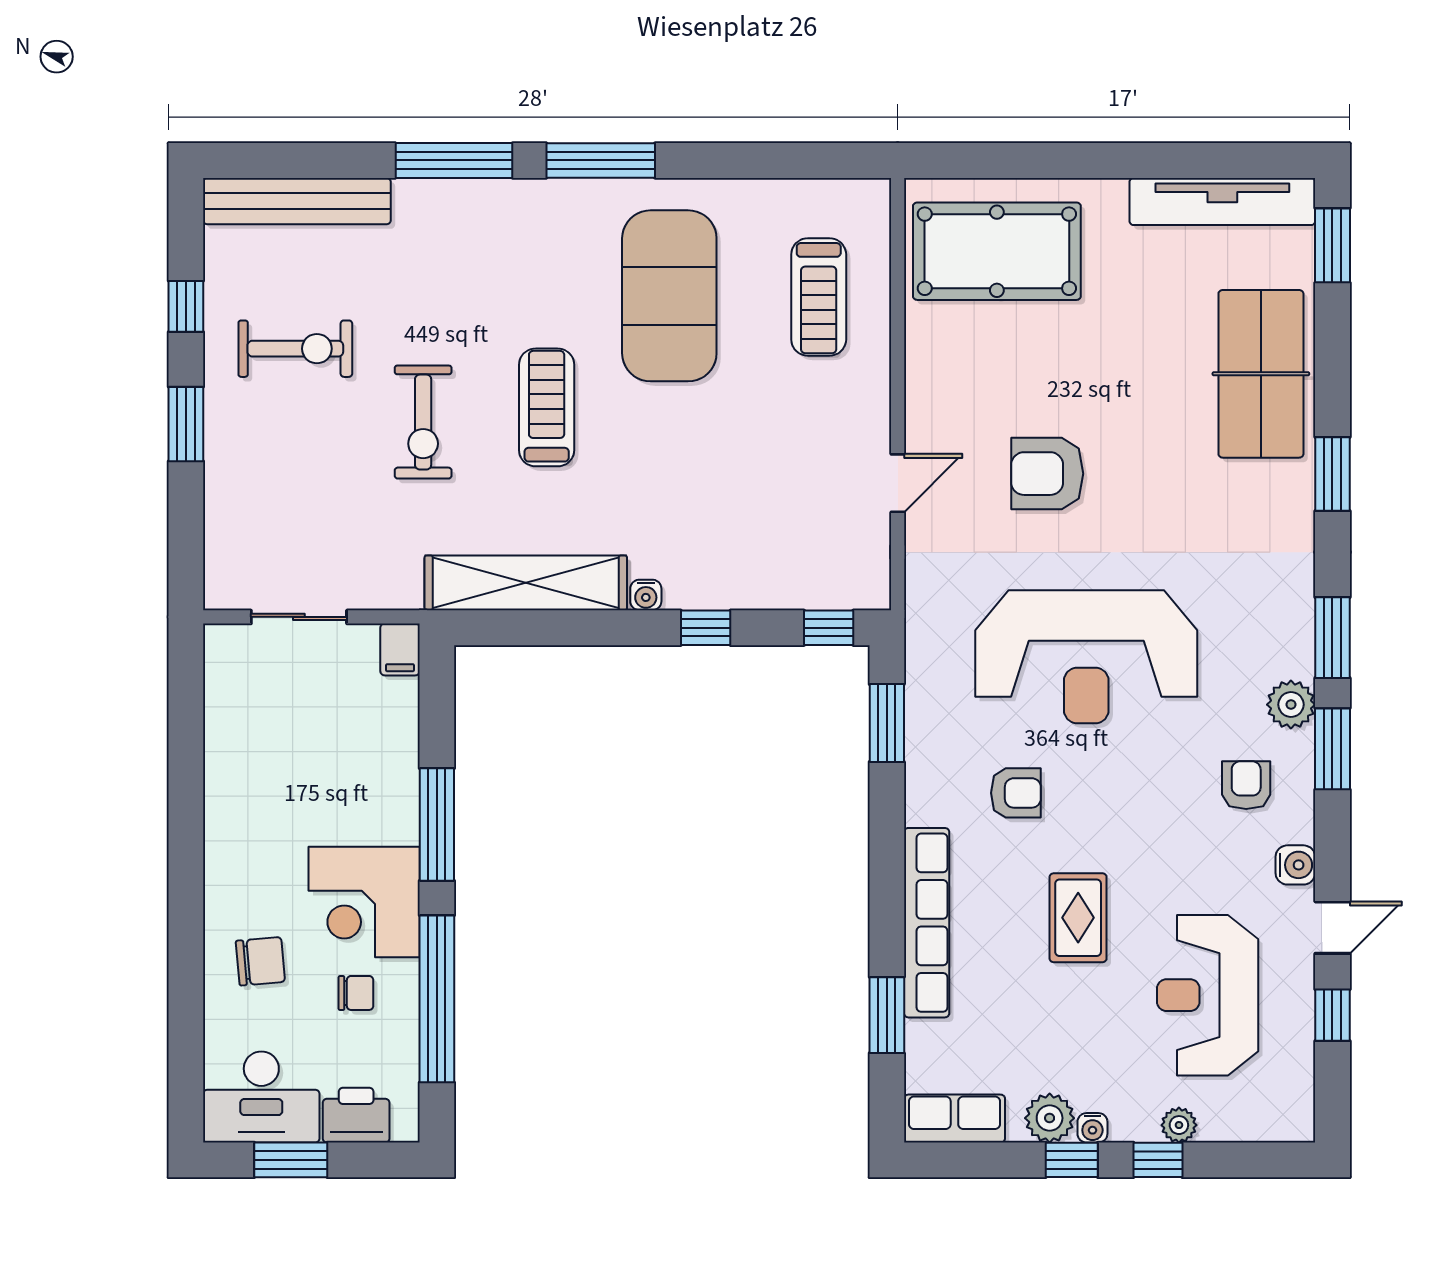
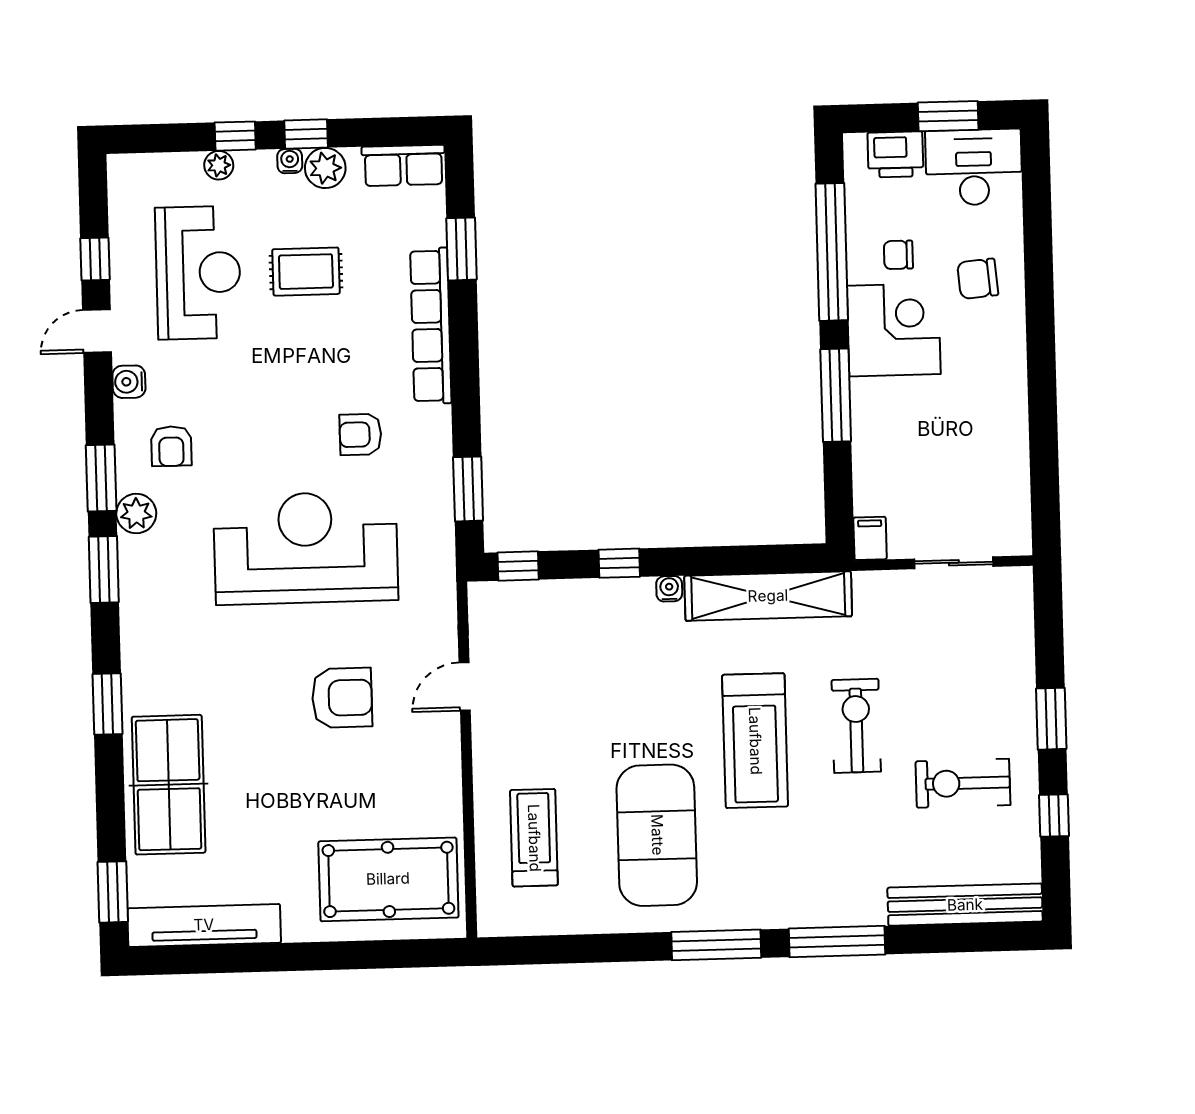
treadmill: (547, 407) -> (755, 741), width x1.37, depth x1.38
rug: (1078, 918) -> (306, 272), moved, turned 90

